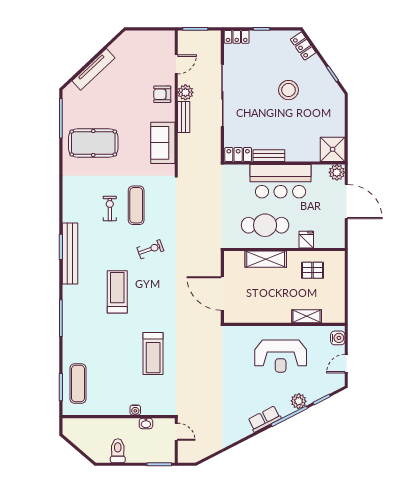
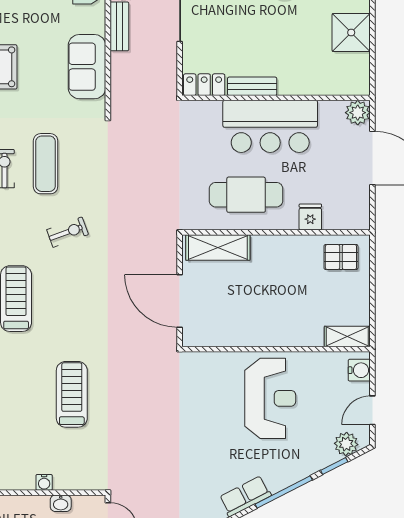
shower: (333, 149) -> (351, 33), moved
shelving: (266, 259) -> (218, 248), moved
pallet: (312, 270) -> (341, 257), moved
shelving: (307, 316) -> (347, 337), moved
treadmill: (153, 353) -> (72, 394), turned 180
reception desk: (281, 356) -> (270, 398), turned -90
plant: (299, 401) -> (346, 444), moved

